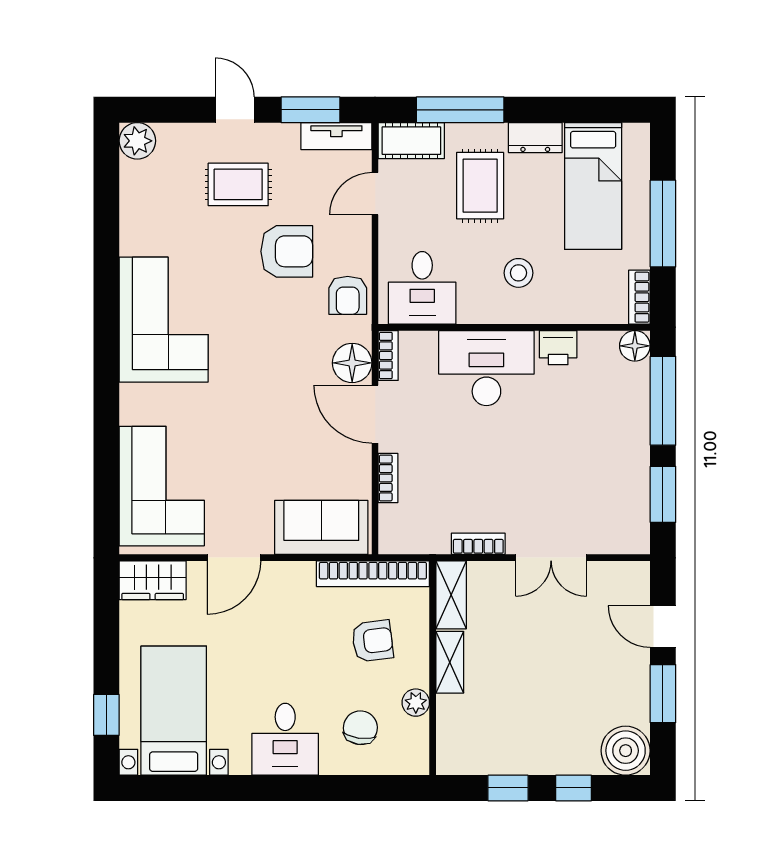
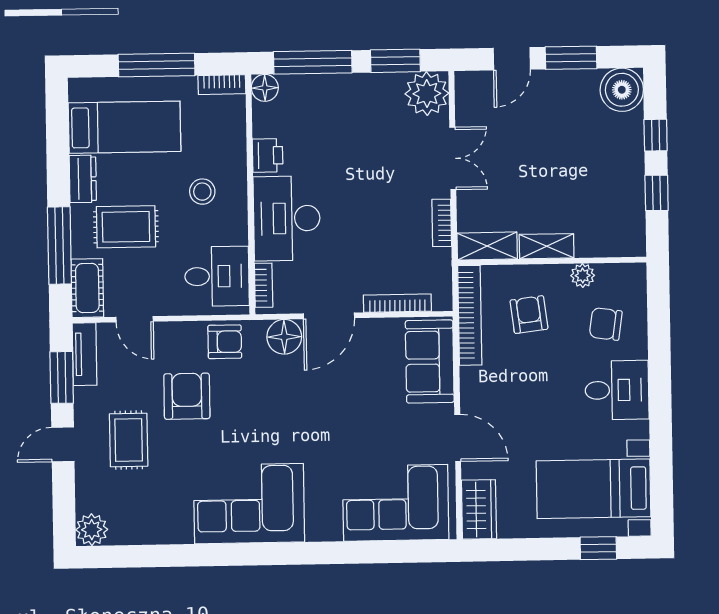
bookcase: (388, 356) -> (264, 285), moved, turned 90
bookcase: (388, 478) -> (397, 303), width x1.56
plant: (625, 530) -> (427, 94), added

